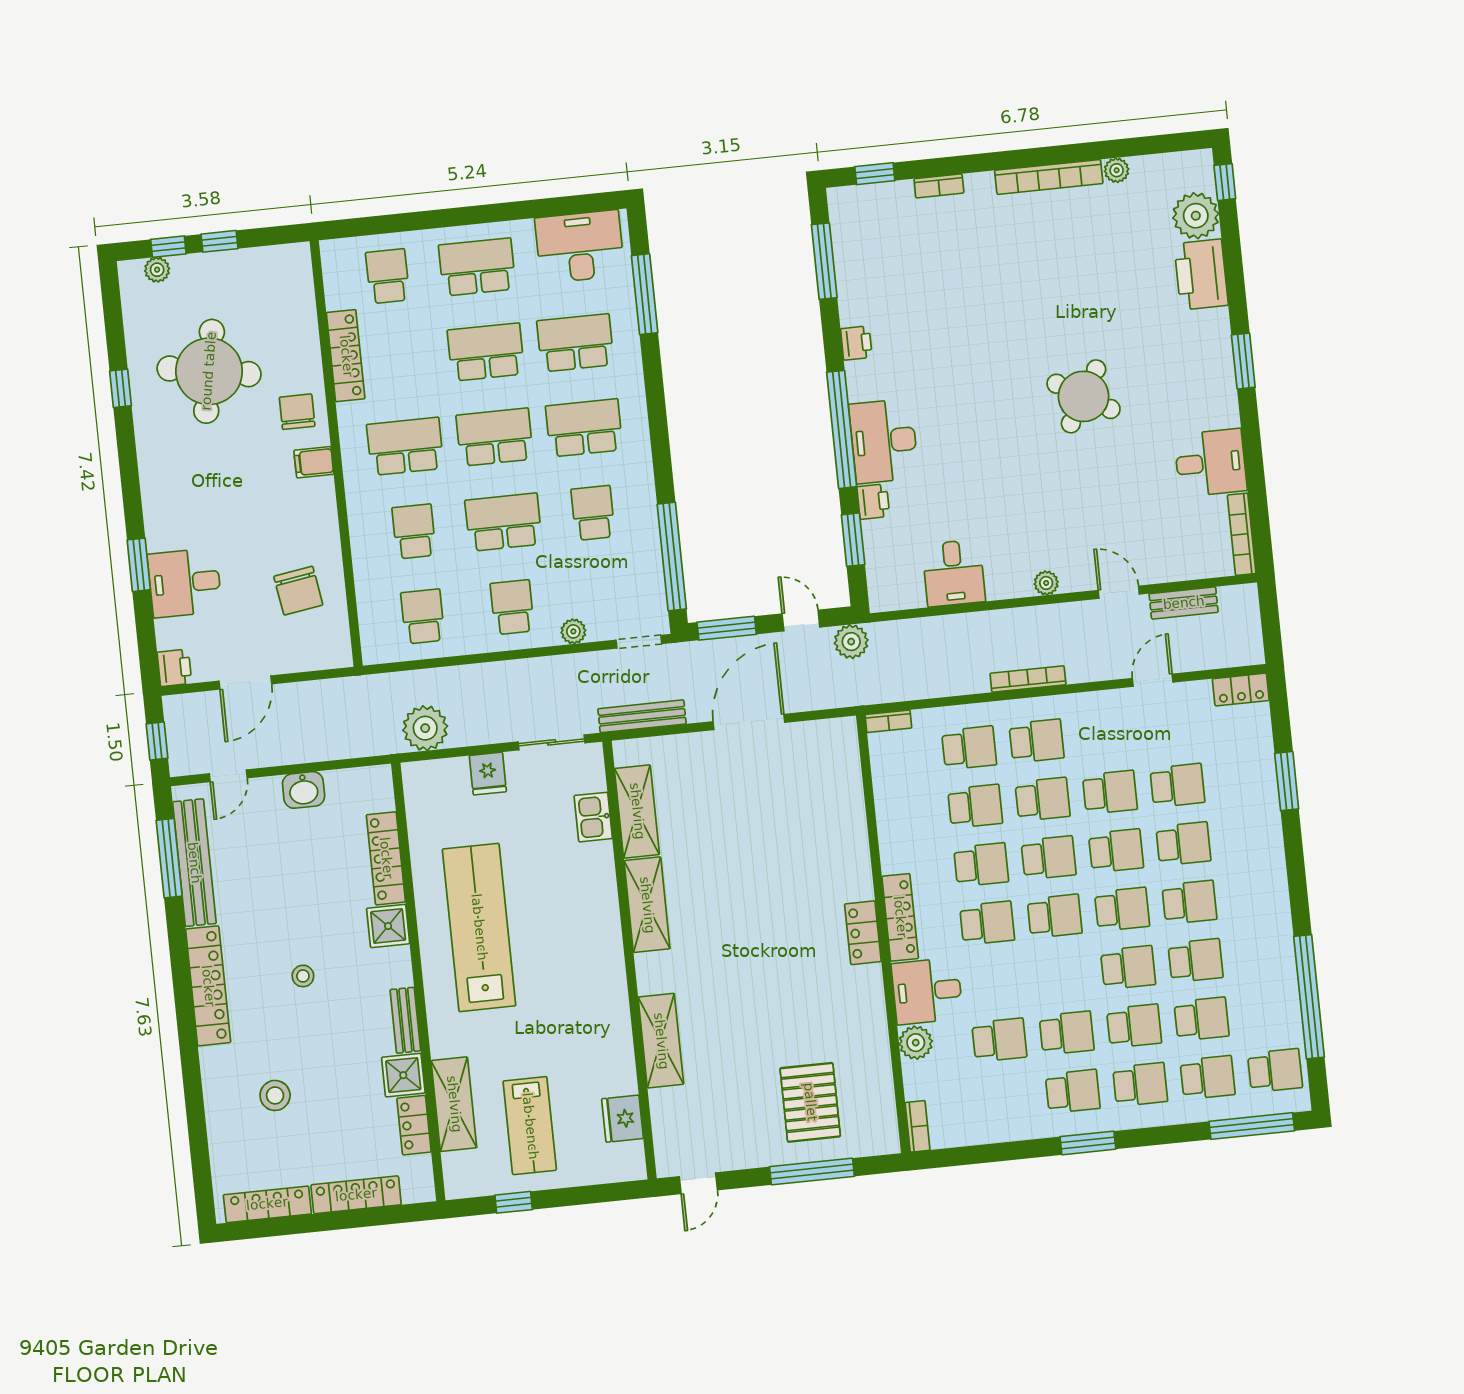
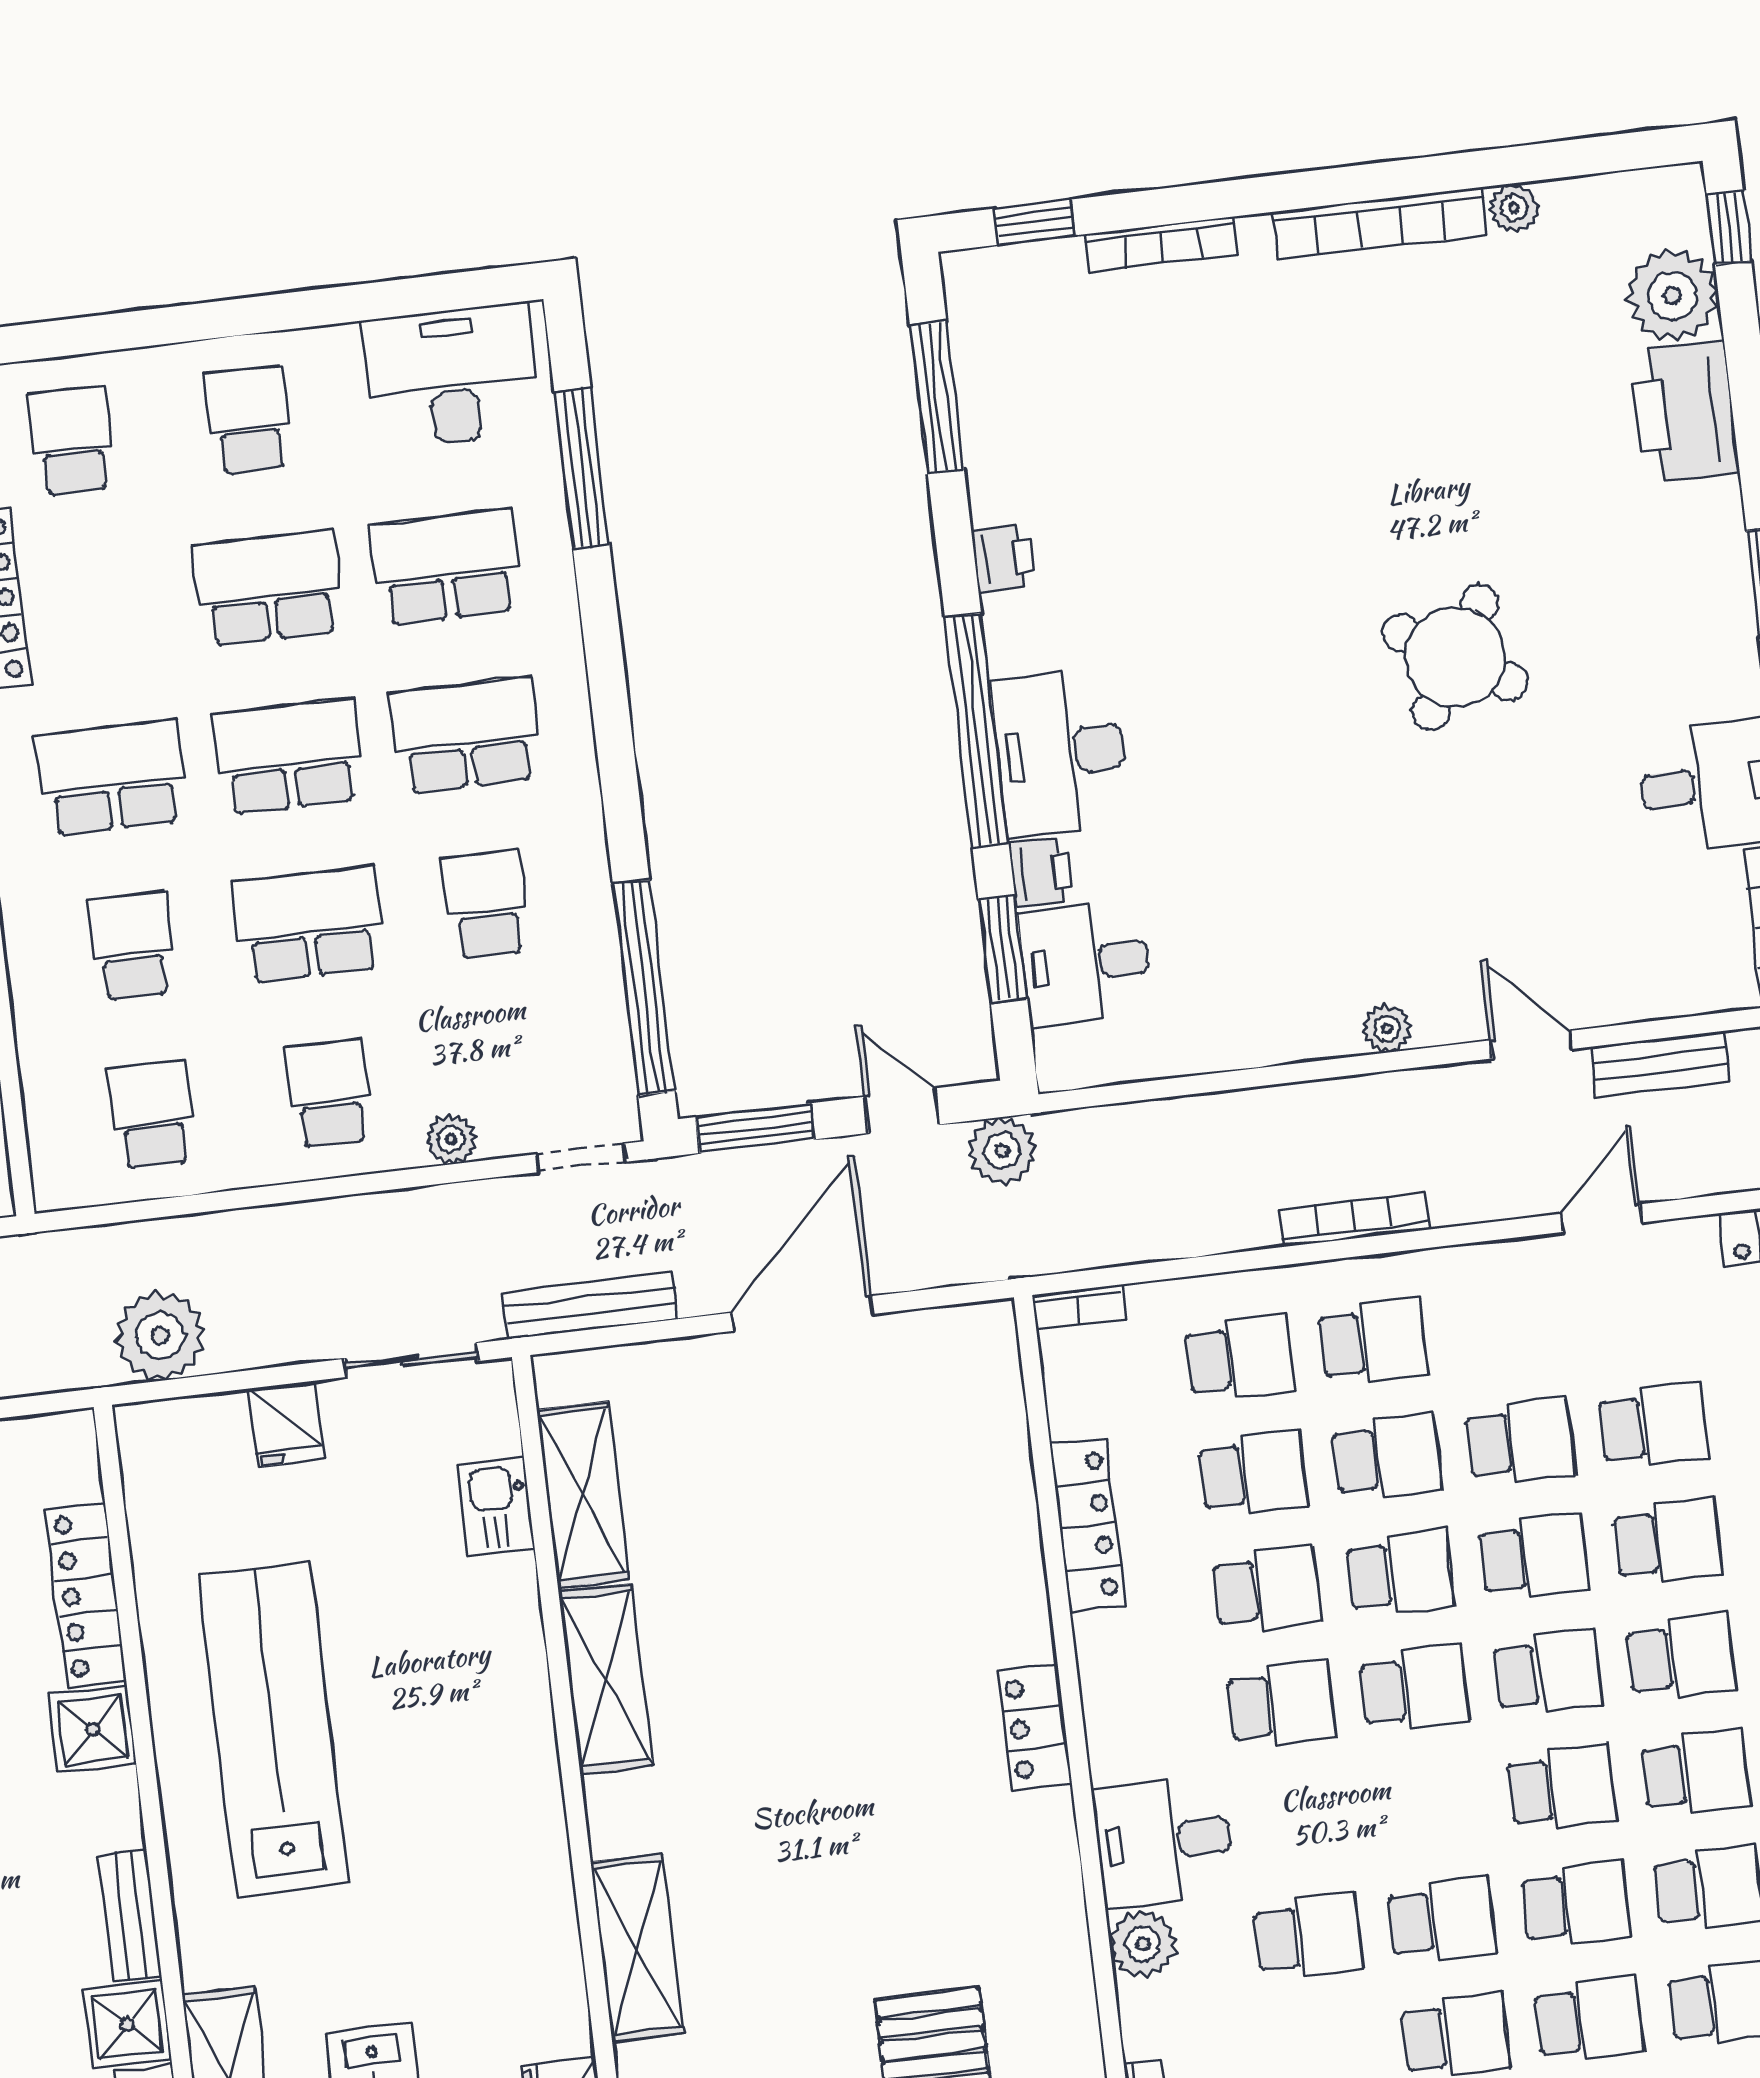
bookcase: (939, 186) -> (1162, 244), width x1.56
school desk: (477, 267) -> (249, 420), width x0.54
desk: (954, 573) -> (1085, 963), moved, turned 90
locker: (900, 917) -> (1088, 1526), moved

